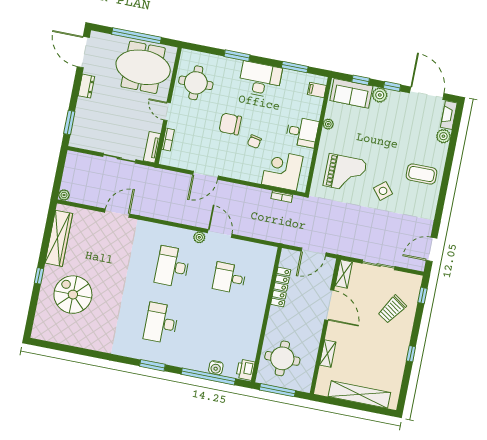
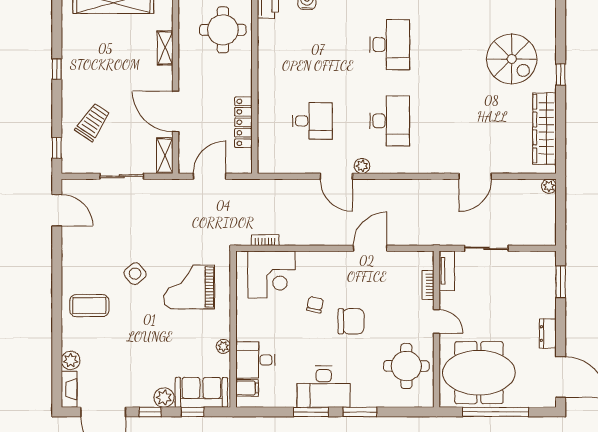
window: (295, 67) -> (311, 412), moved
desk: (302, 132) -> (255, 360), moved
door: (432, 249) -> (57, 210), hinge flipped

